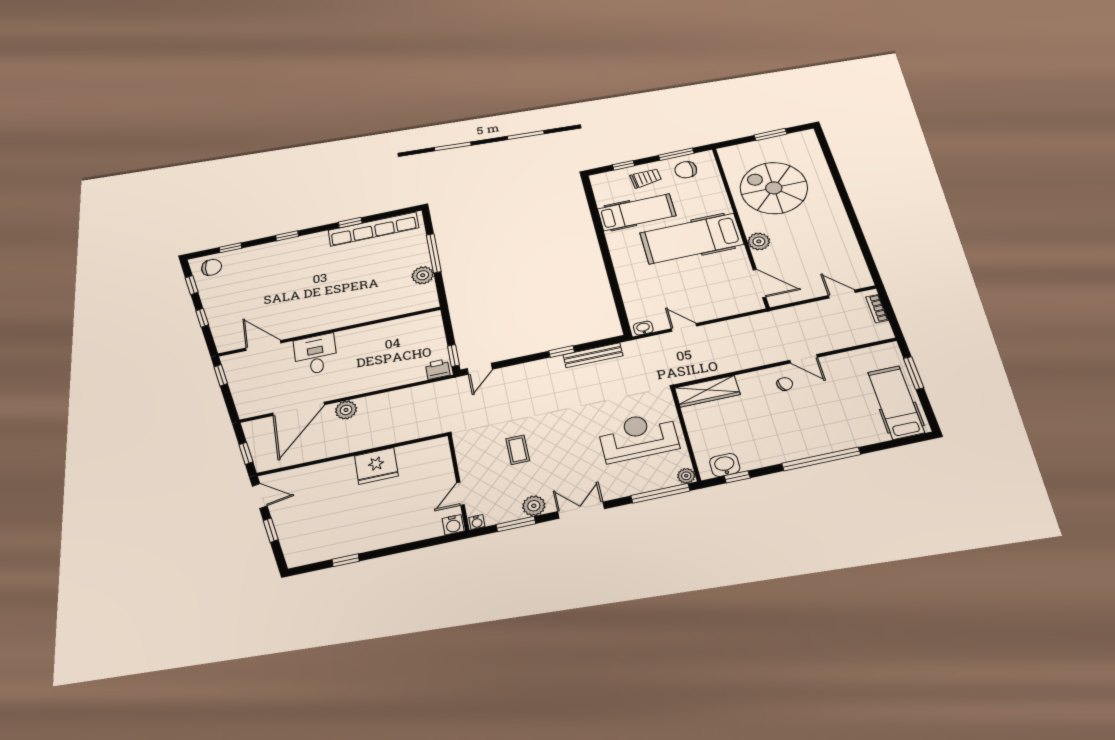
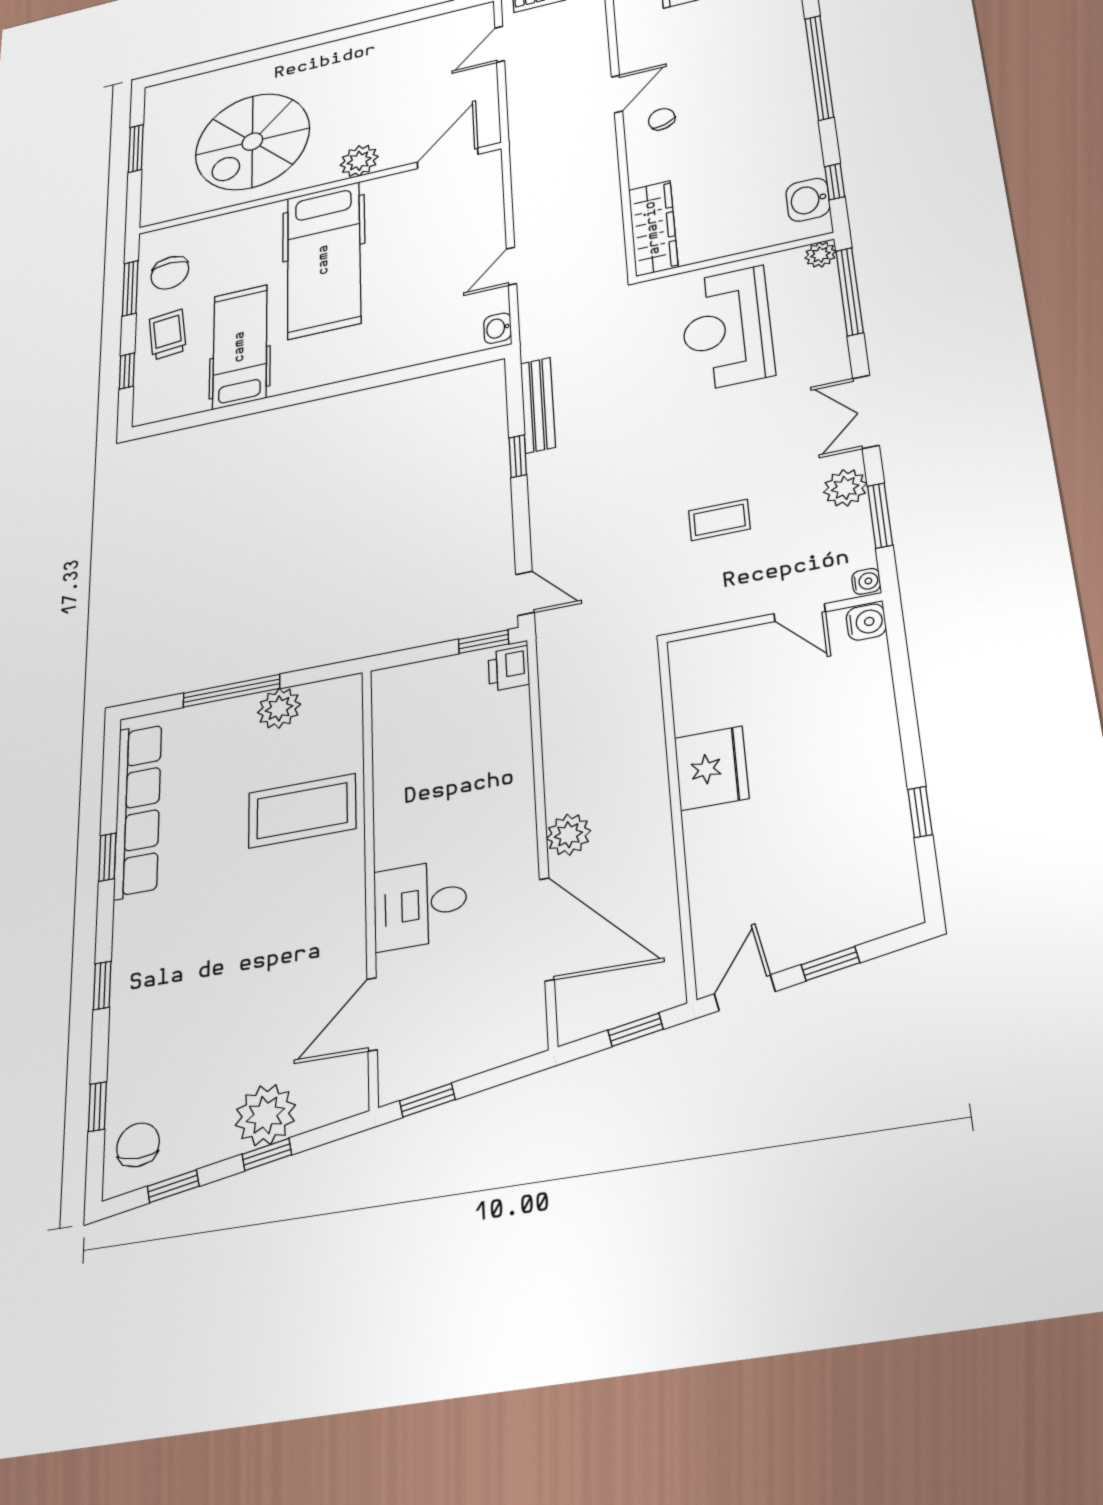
coffee table: (368, 296) -> (302, 811), added
plant: (220, 313) -> (265, 1115), added

